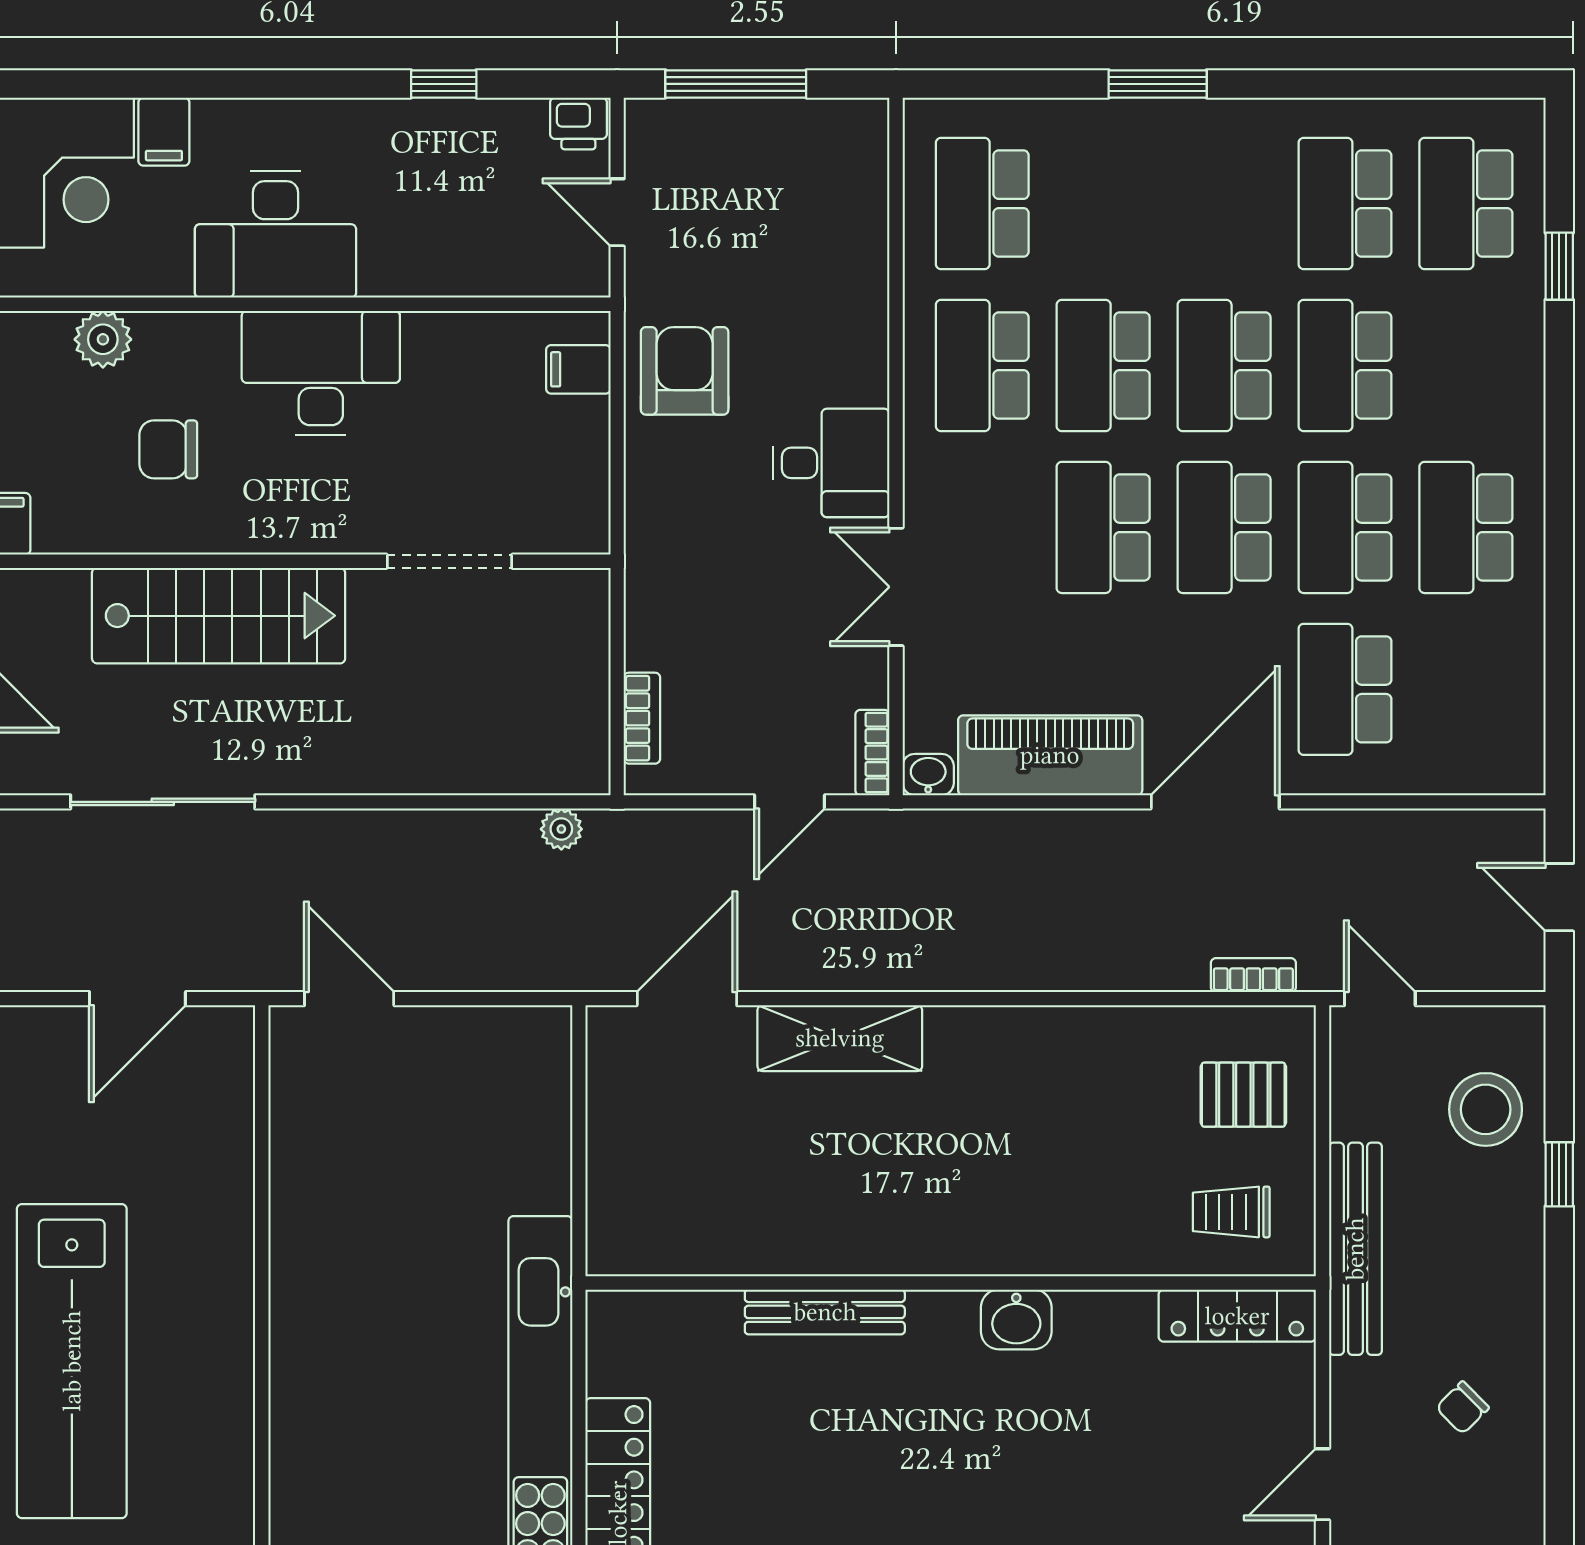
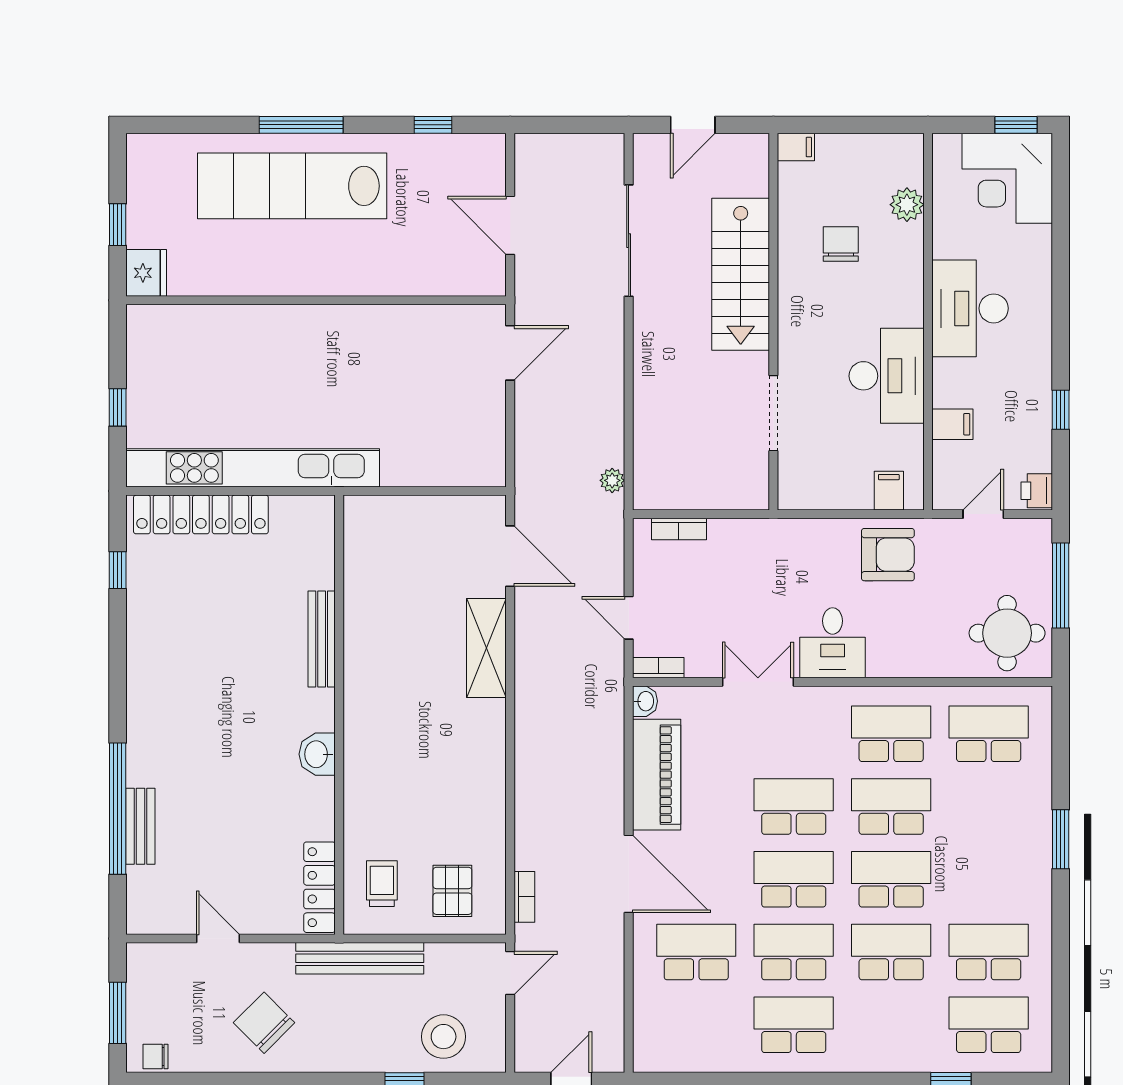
filing cabinet: (164, 132) -> (952, 424), moved, turned 180
round table: (815, 173) -> (1007, 633), added
desk: (321, 373) -> (887, 376), moved
chair: (1462, 1408) -> (264, 1023), width x1.87, depth x1.87

